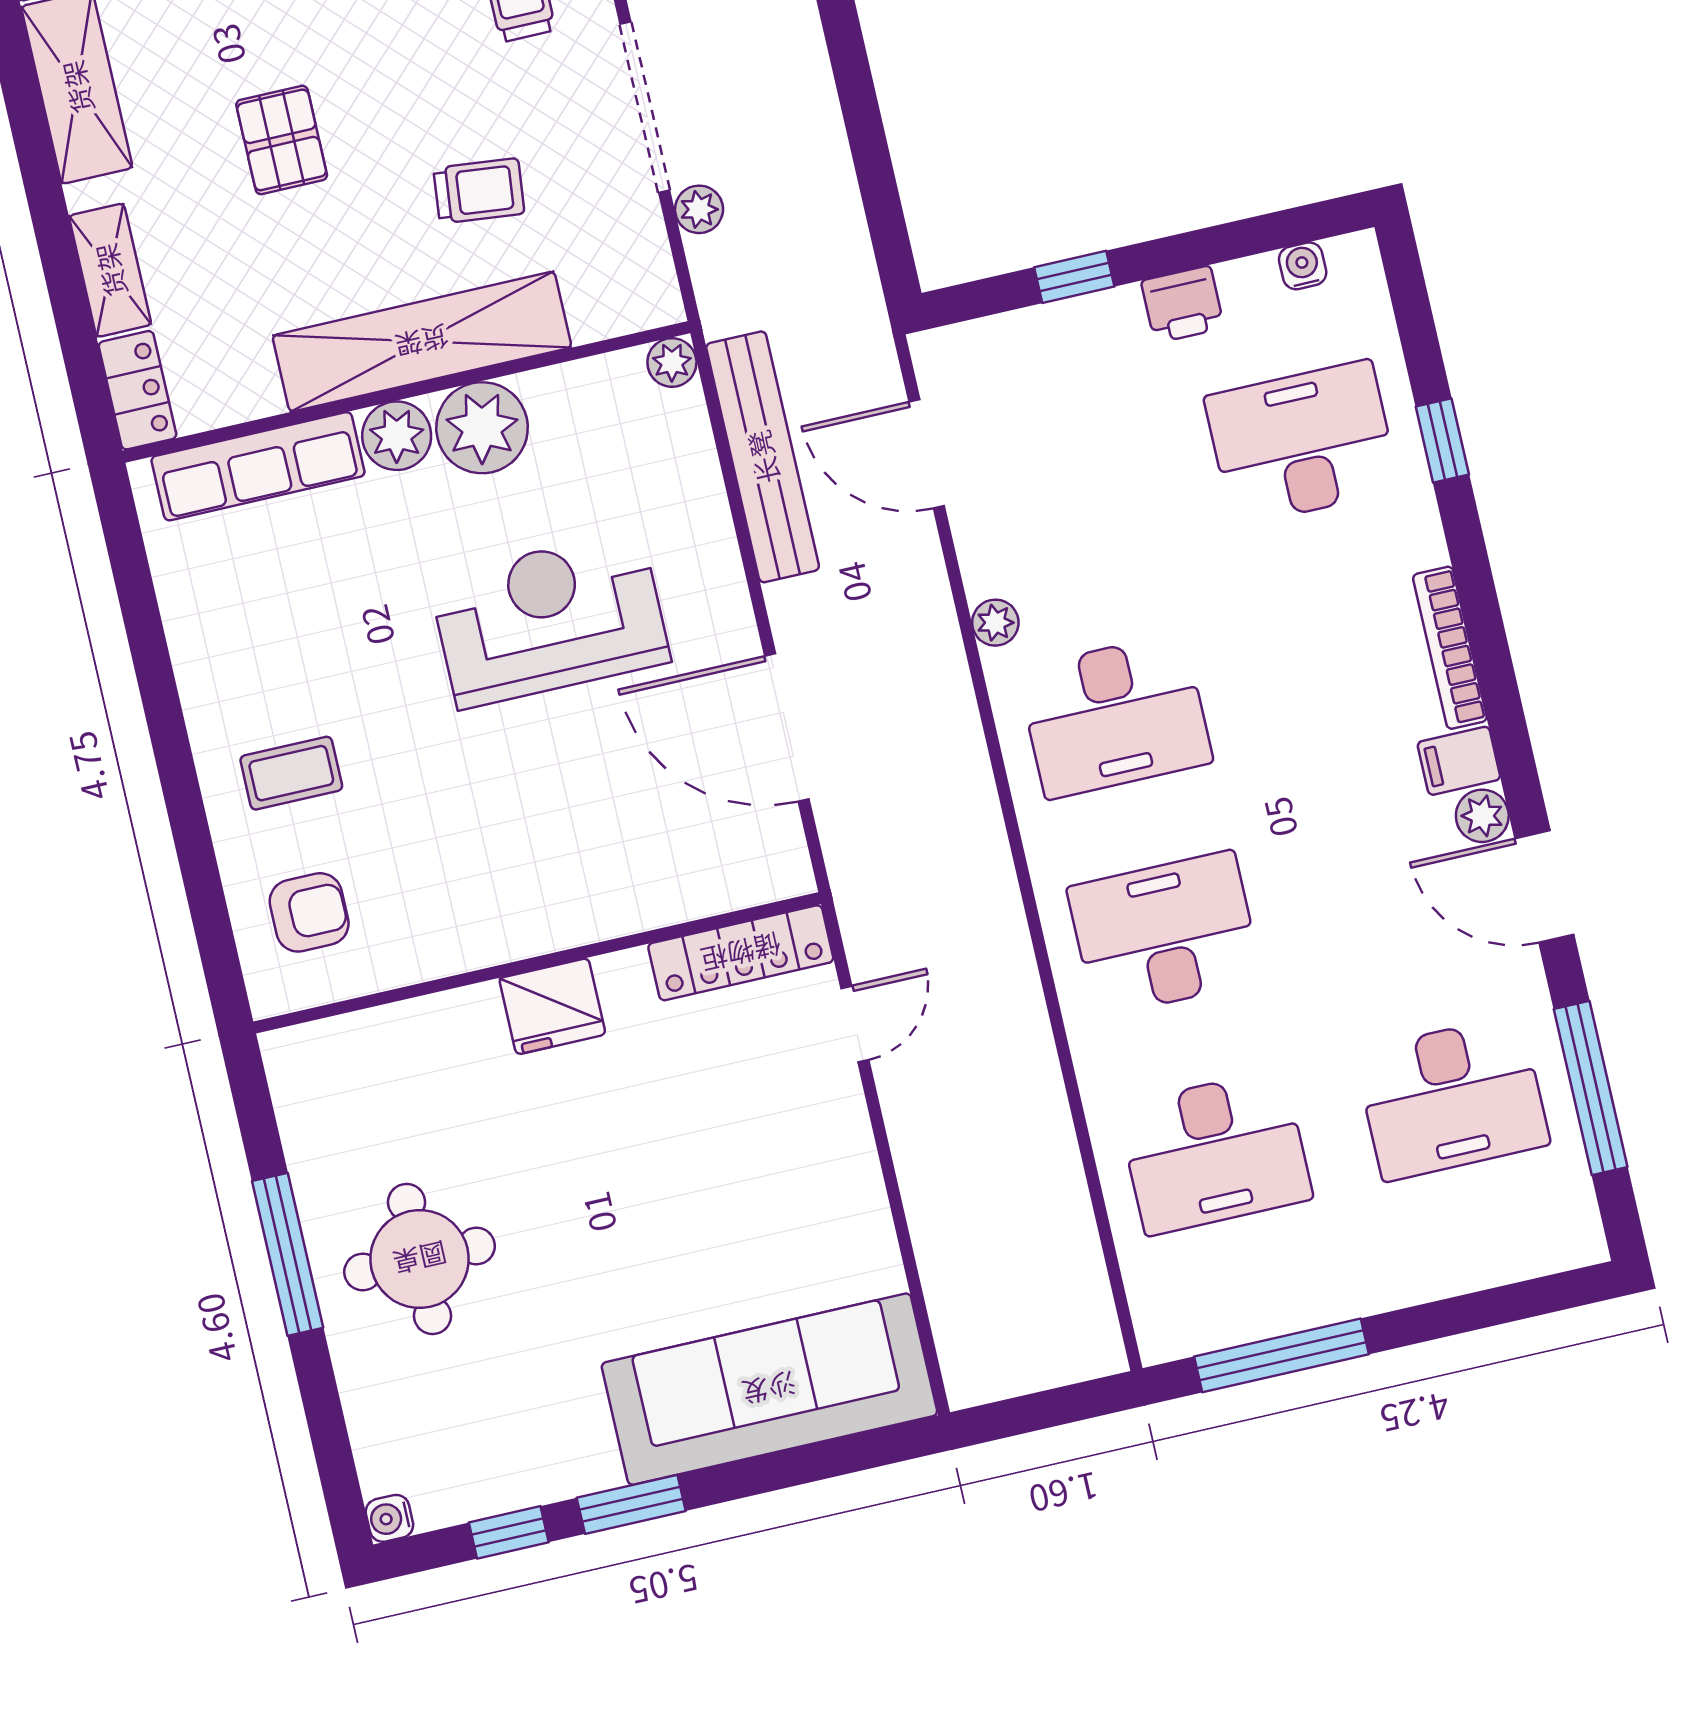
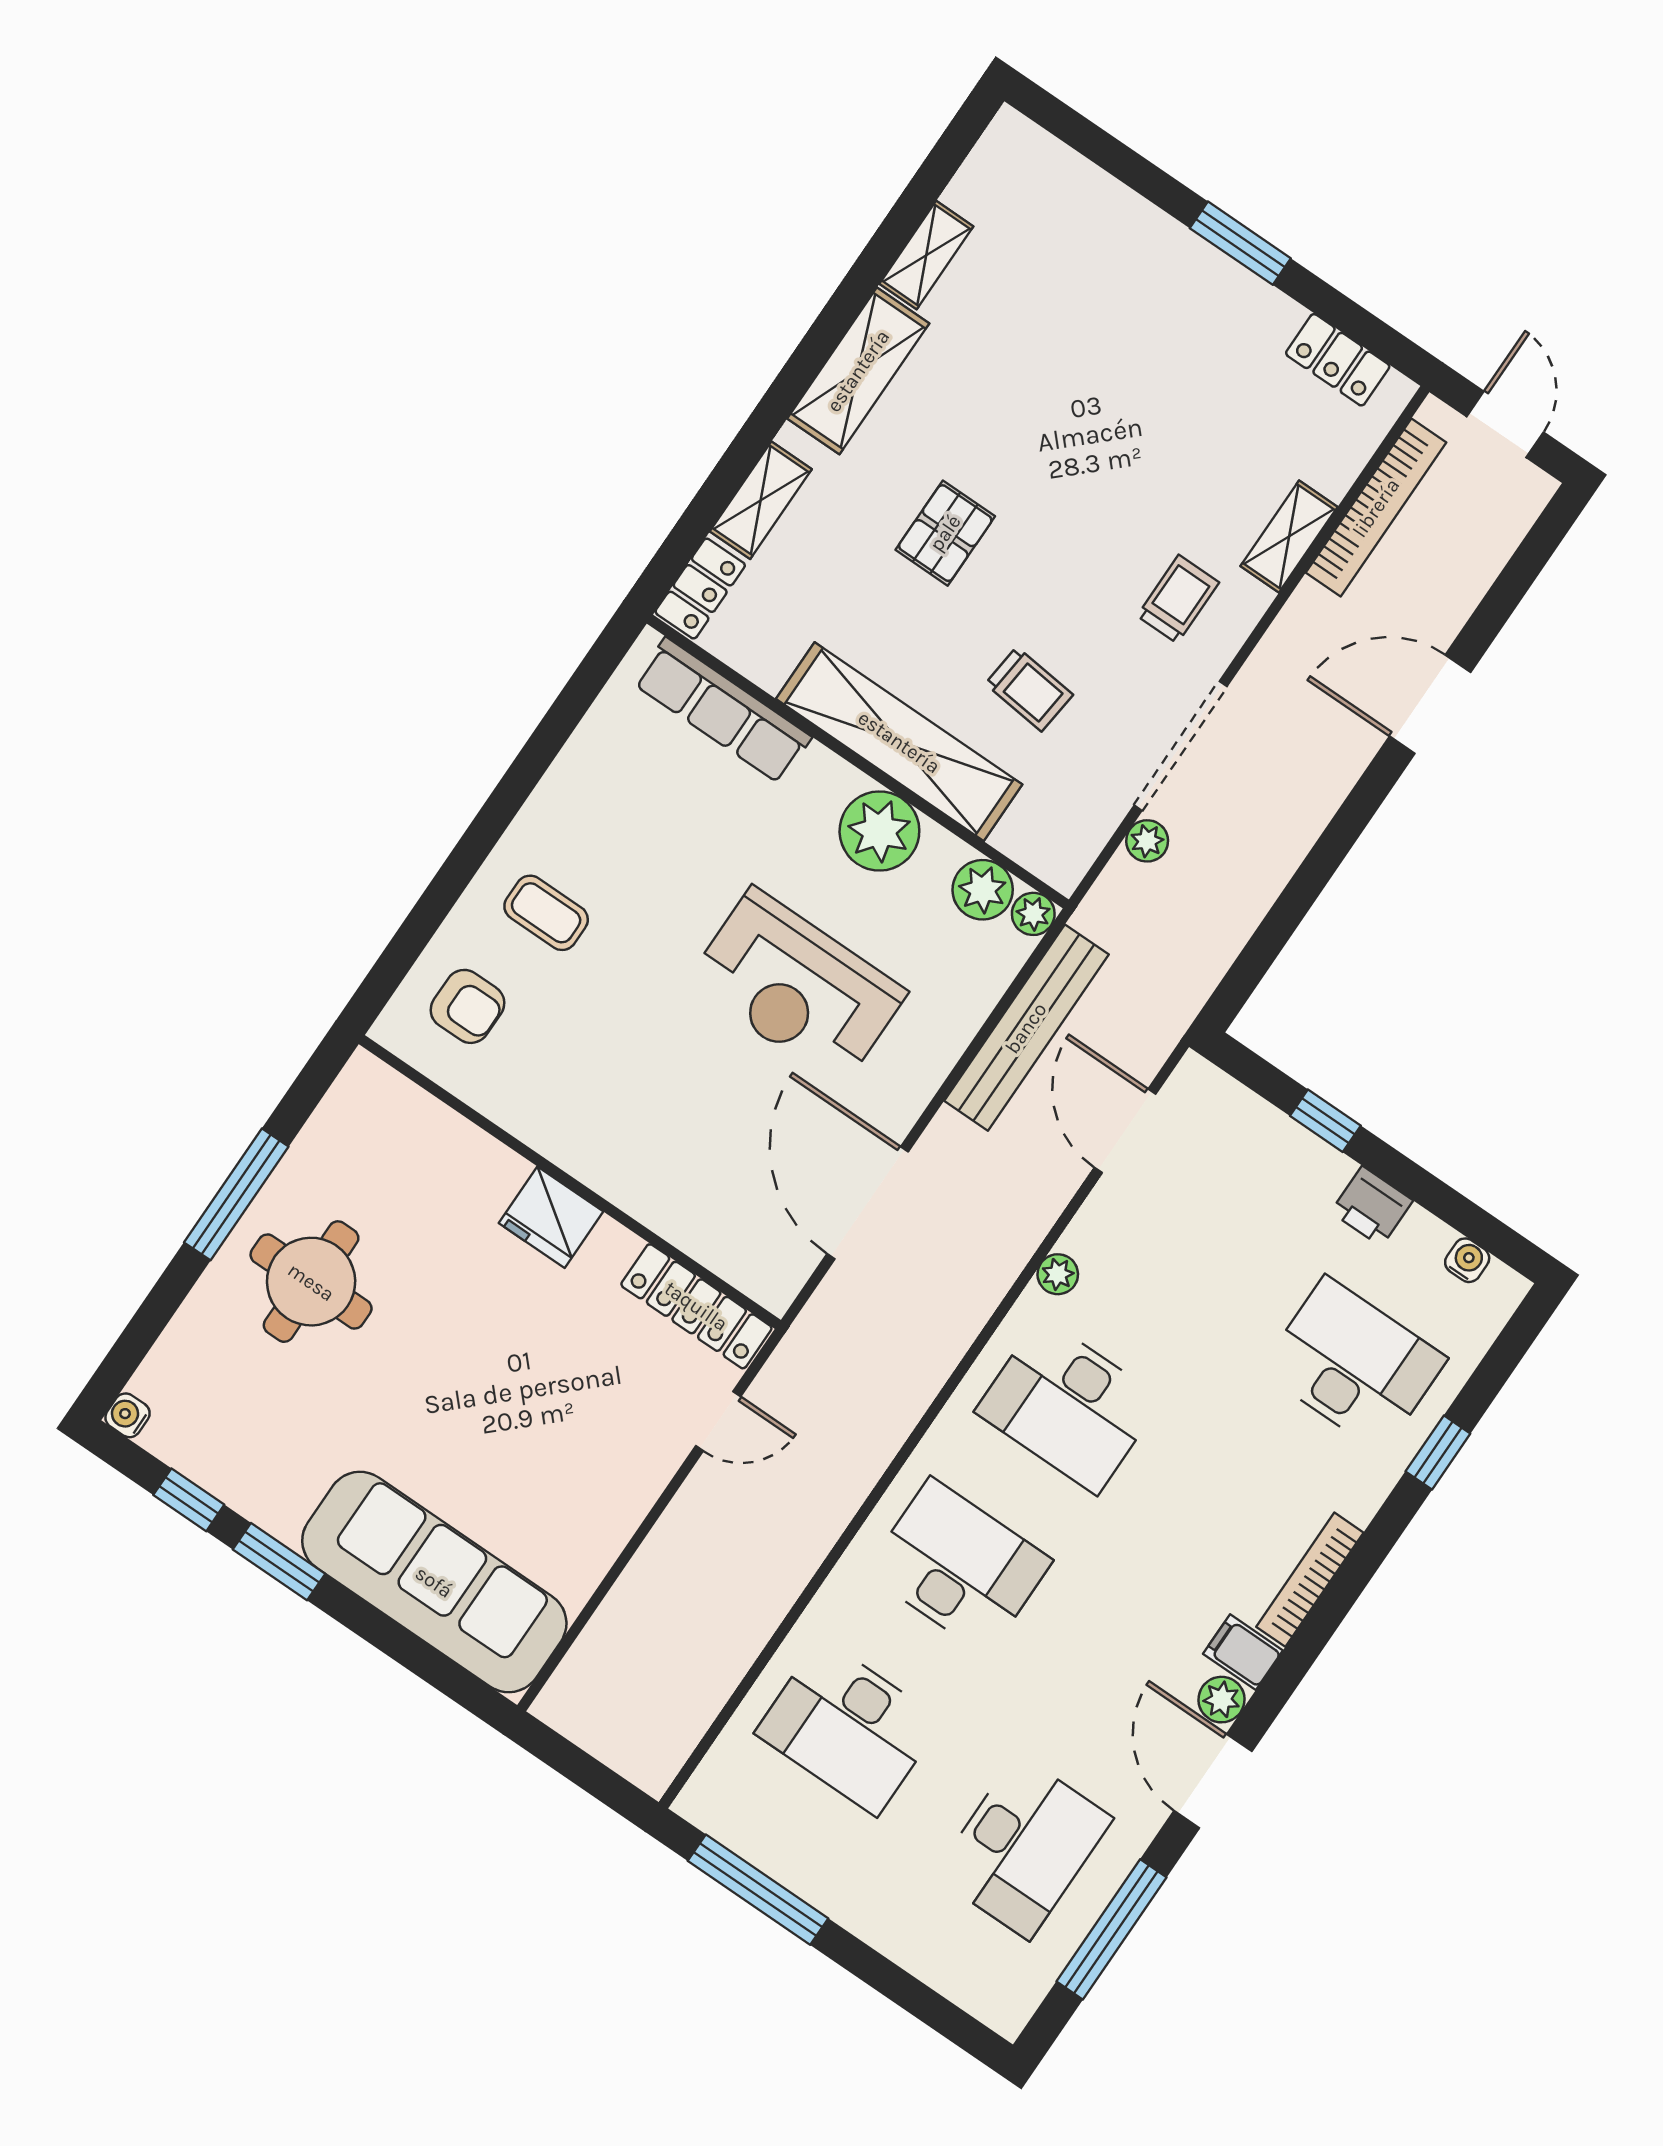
plant: (397, 436) -> (983, 890), moved
reception desk: (550, 619) -> (797, 987), turned 180
desk: (1452, 1098) -> (1023, 1847), turned -90

